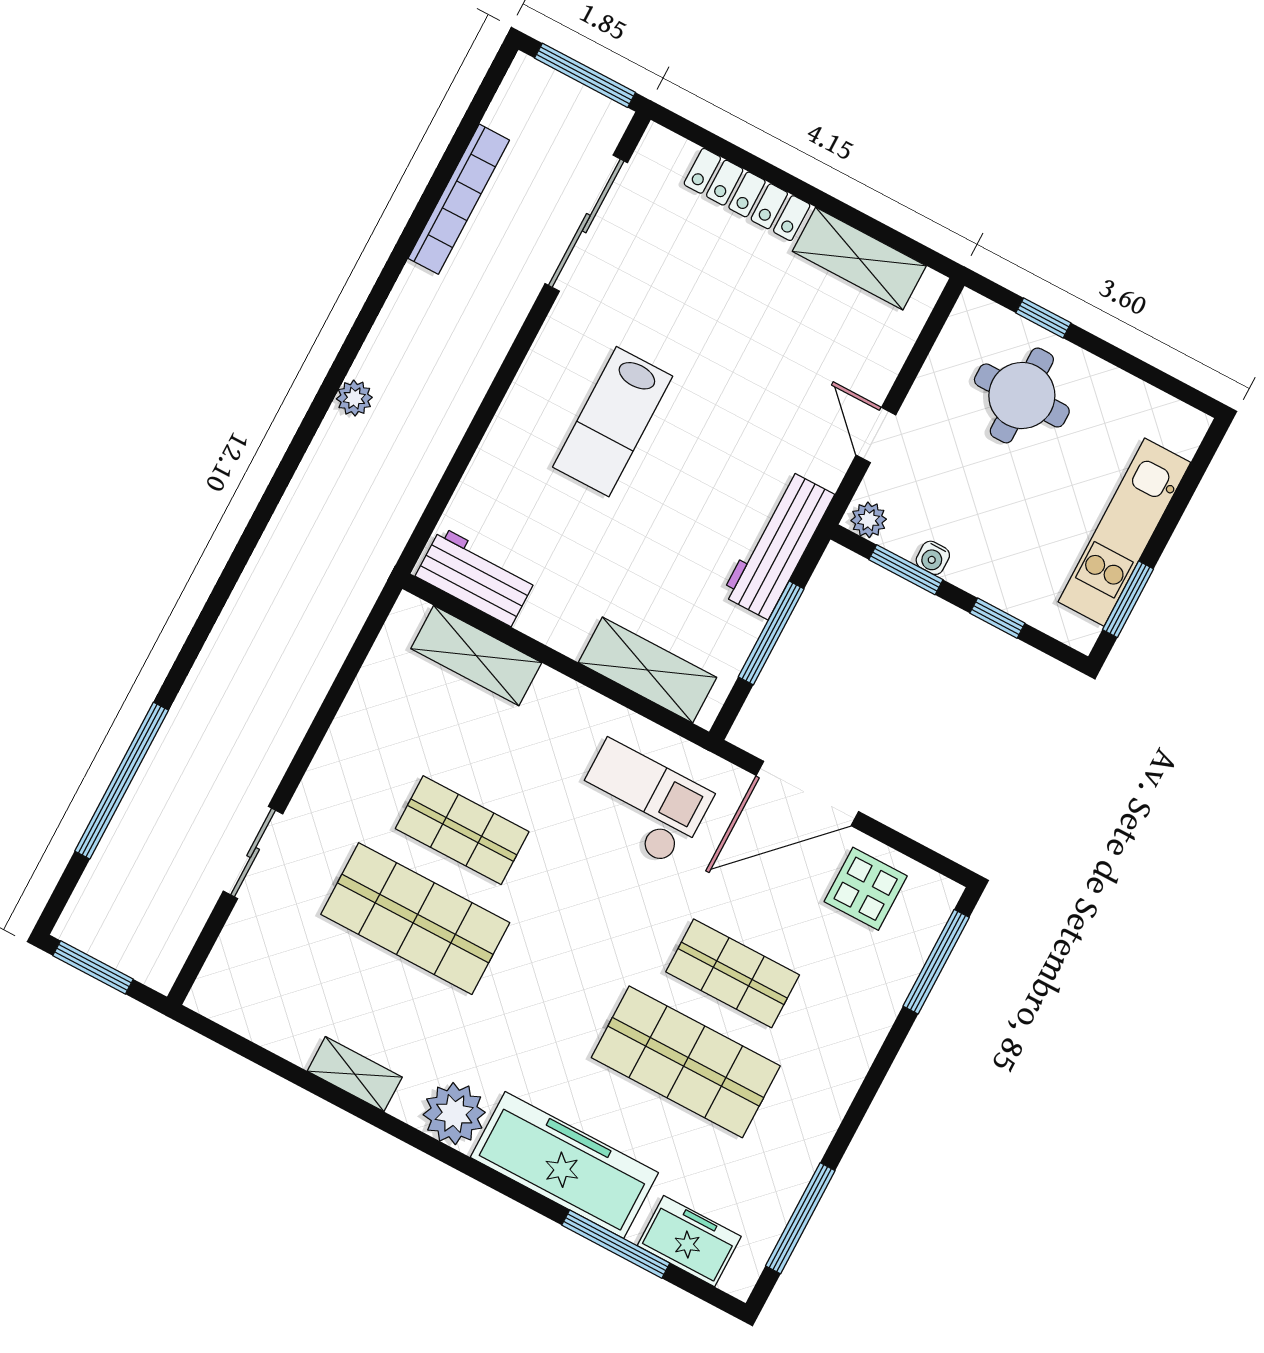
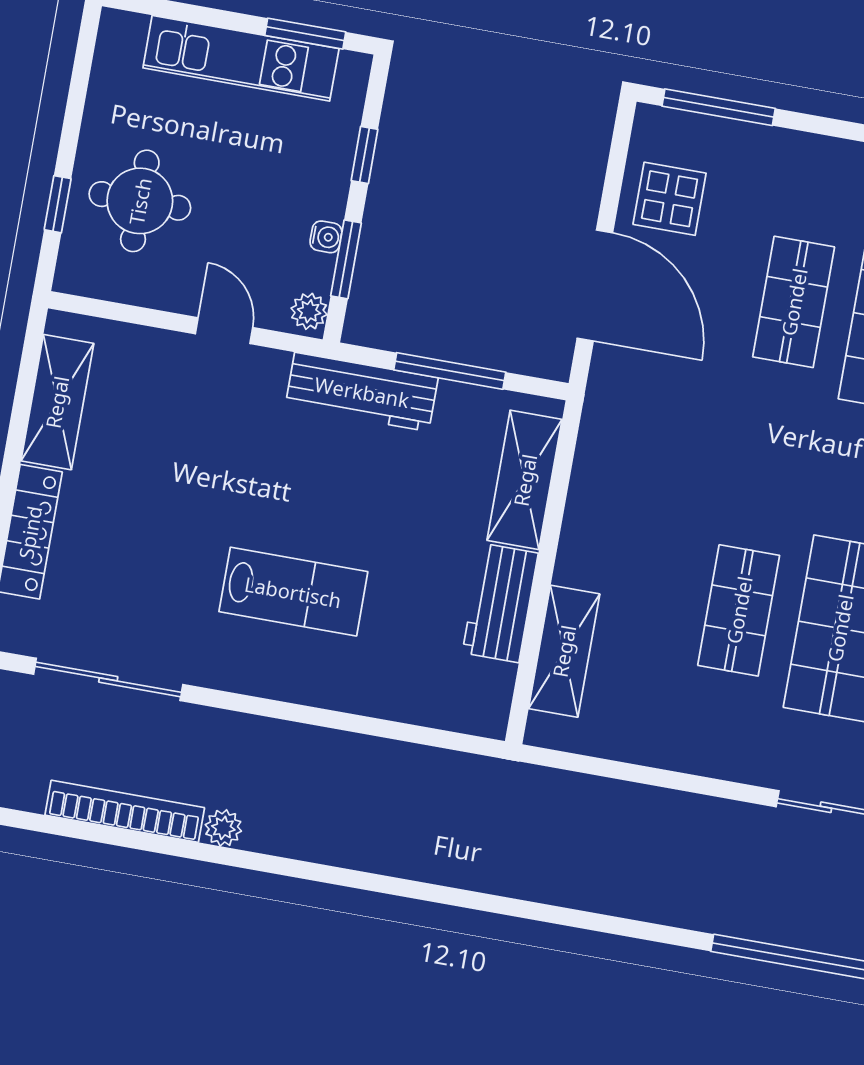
plant: (354, 398) -> (223, 828), moved
door: (876, 435) -> (224, 331), swing flipped
workbench: (476, 577) -> (500, 603), moved
checkout: (641, 803) -> (656, 444), removed

